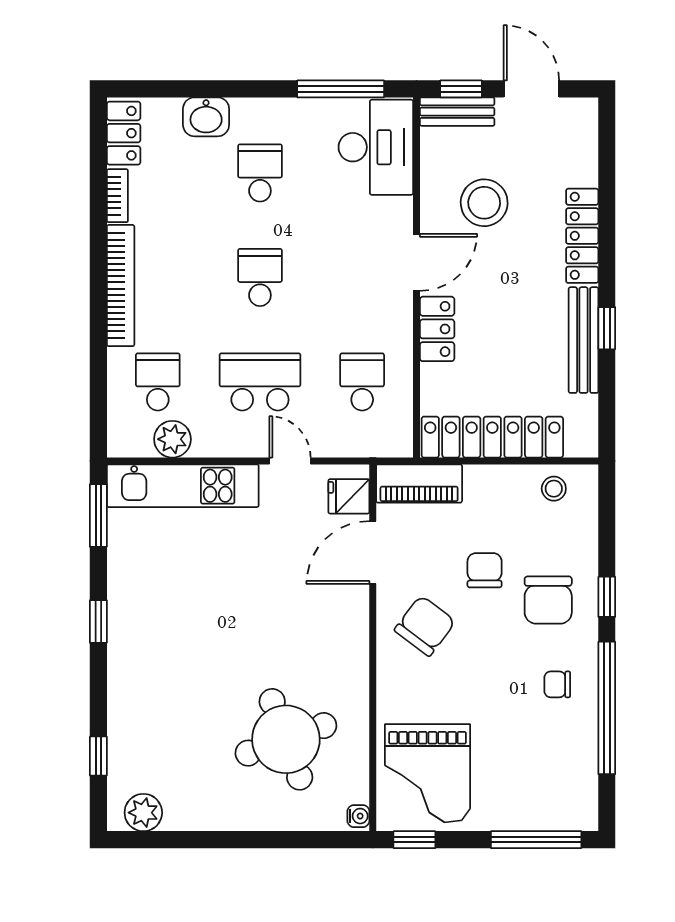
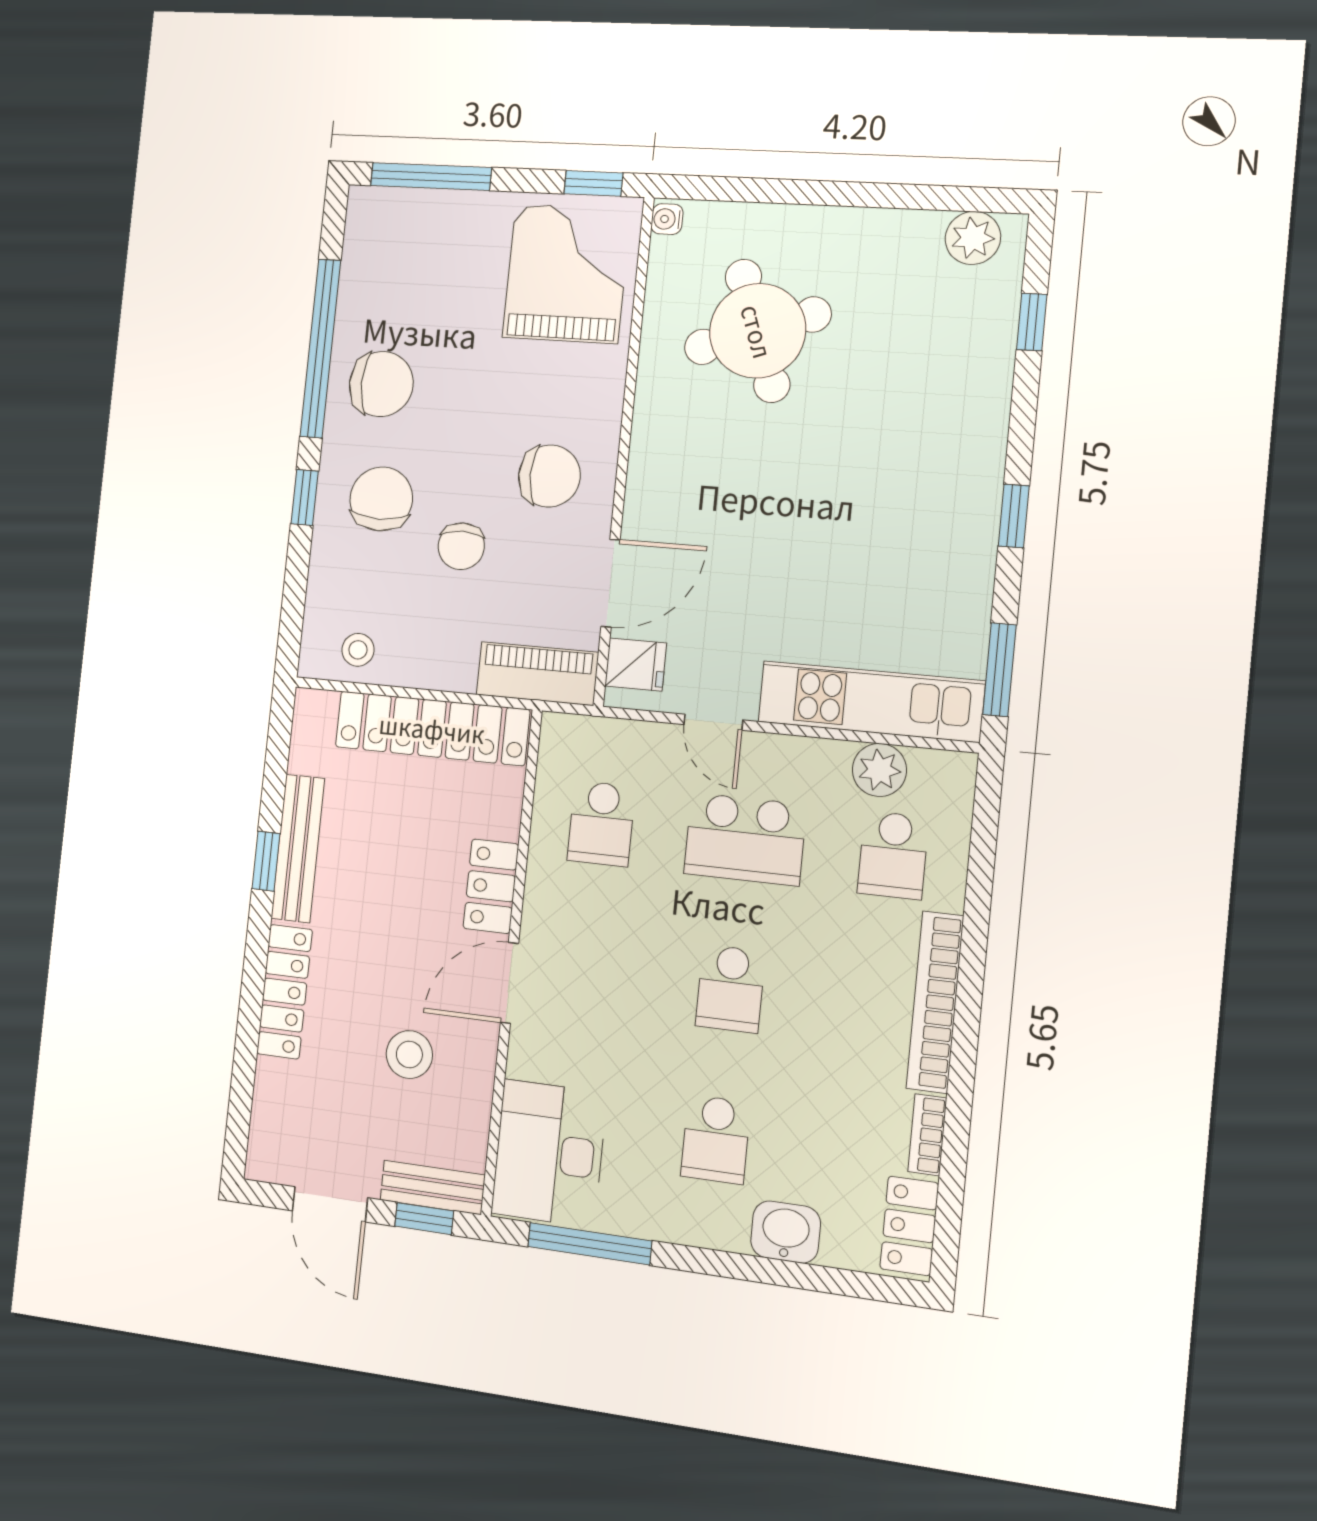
stool: (484, 203) -> (409, 1054), width x0.73, depth x0.73
chair: (425, 626) -> (549, 476), turned -127
chair: (557, 684) -> (381, 384), width x1.87, depth x1.87

